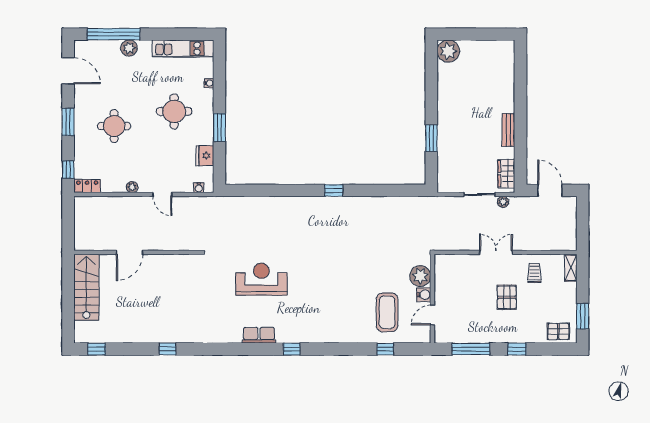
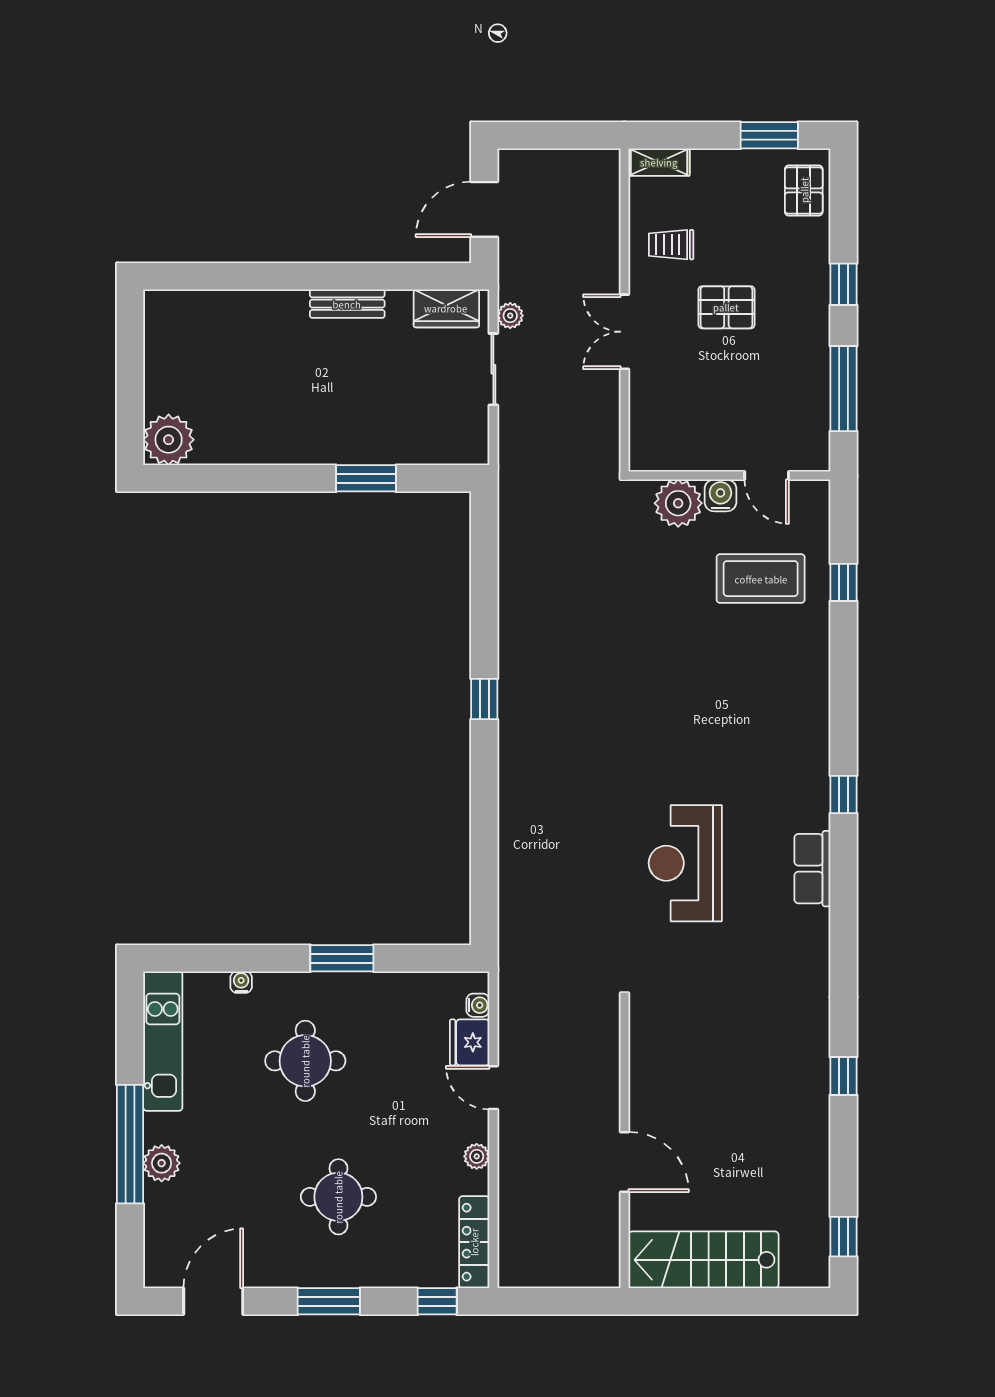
window: (114, 34) -> (130, 1144), moved
fridge: (205, 156) -> (470, 1042), moved, turned 90
locker: (87, 186) -> (474, 1242), width x1.53
door: (162, 194) -> (493, 1088), swing flipped

